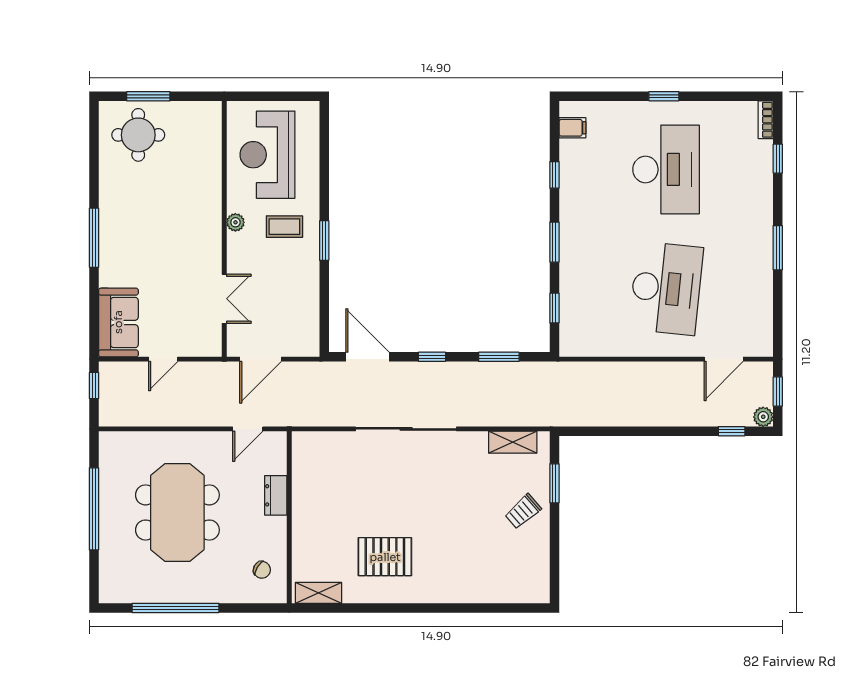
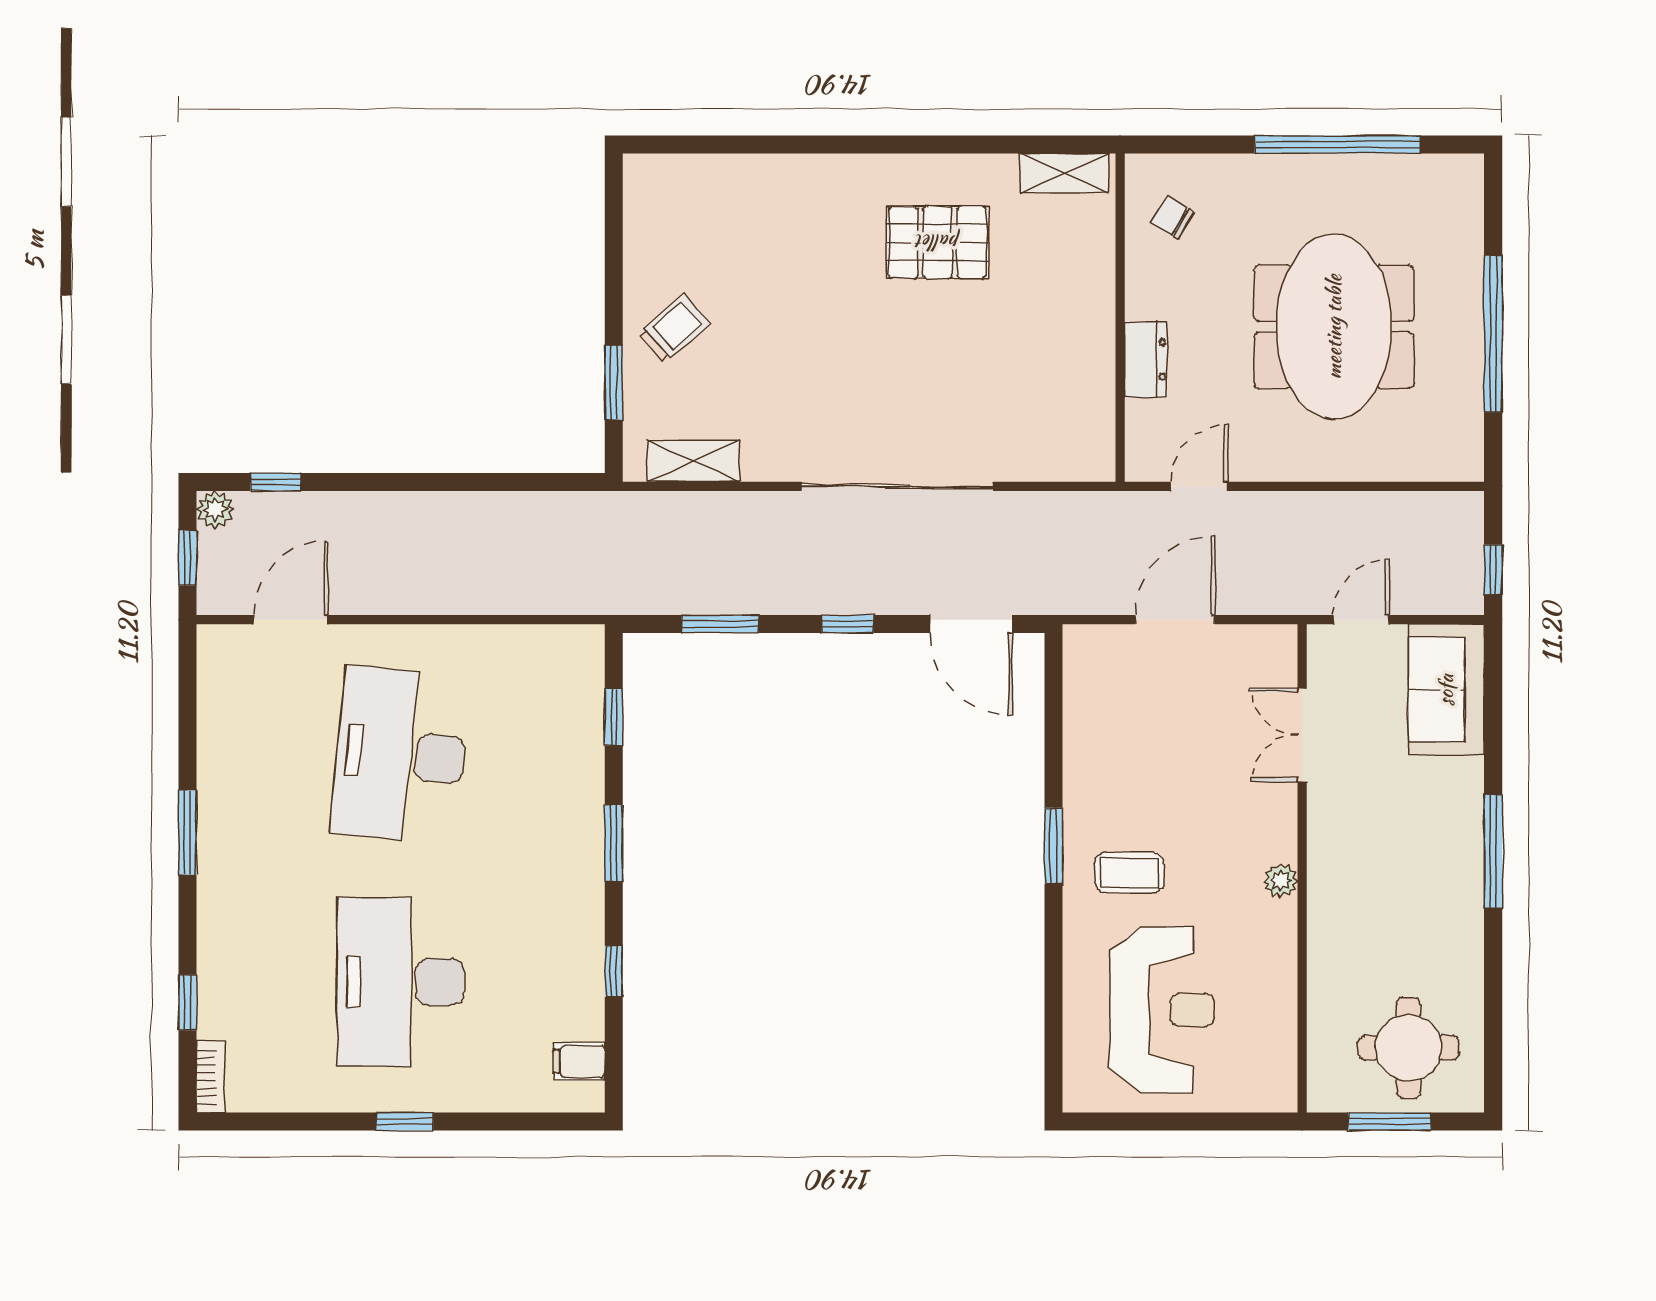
plant: (235, 222) -> (1281, 881), moved
wall: (224, 229) -> (1302, 868), moved
double door: (224, 299) -> (1302, 735), moved

